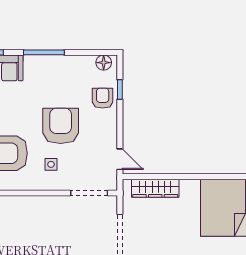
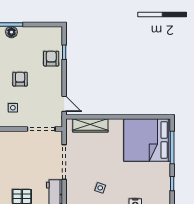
floor lamp: (104, 63) -> (11, 32), moved
armchair: (61, 126) -> (20, 79), width x0.53, depth x0.53

